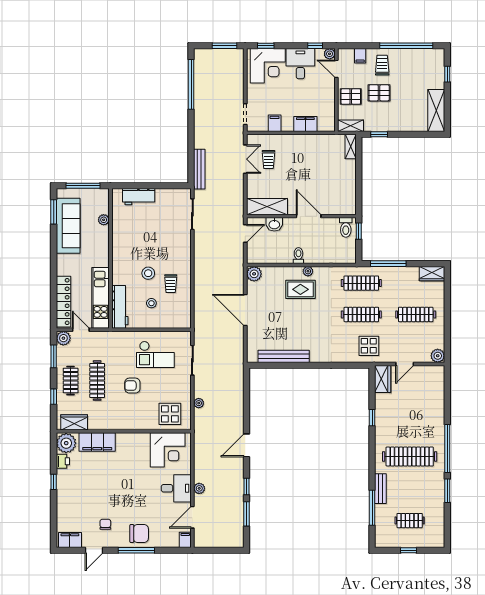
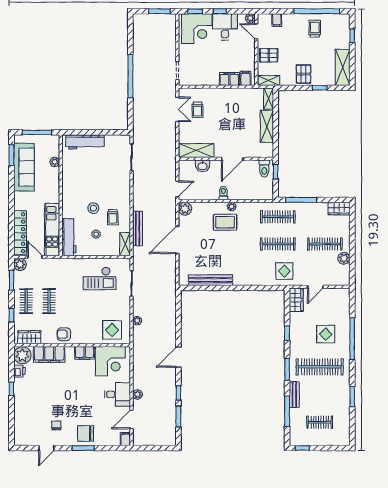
window: (315, 46) -> (220, 11), moved
trolley: (382, 65) -> (315, 29), moved
window: (191, 84) -> (130, 76), moved
pallet: (379, 93) -> (304, 74), moved, turned 90
filing cabinet: (275, 123) -> (246, 78), moved
window: (379, 134) -> (320, 88), moved
bench: (199, 169) -> (138, 229), moved
shelving: (349, 179) -> (267, 126), added
workbench: (139, 197) -> (85, 142), width x1.38
door: (309, 216) -> (232, 159), swing flipped
door: (245, 233) -> (177, 189), moved
door: (245, 310) -> (177, 240), hinge flipped
shelving: (185, 315) -> (125, 244), added
plant: (438, 356) -> (344, 258), moved
clothes rail: (97, 381) -> (49, 301), width x0.73
armchair: (132, 386) -> (64, 334), moved
display table: (417, 419) -> (326, 334), added
window: (447, 449) -> (352, 339), moved
window: (372, 459) -> (287, 369), added
chair: (139, 534) -> (85, 434), turned 180
filing cabinet: (70, 540) -> (85, 353), moved, turned 180
window: (136, 550) -> (83, 448), width x0.69
window: (408, 550) -> (302, 448), moved

